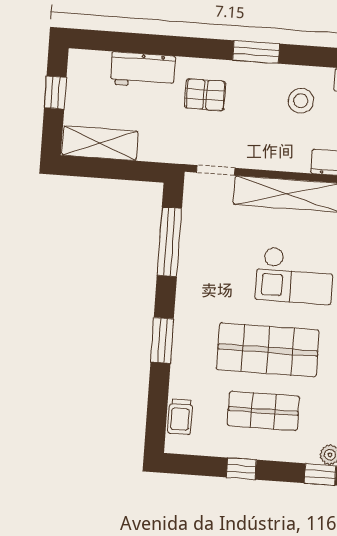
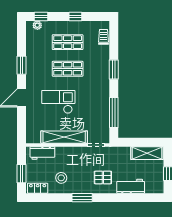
shop shelf: (268, 350) -> (68, 69), width x0.70, depth x0.74

